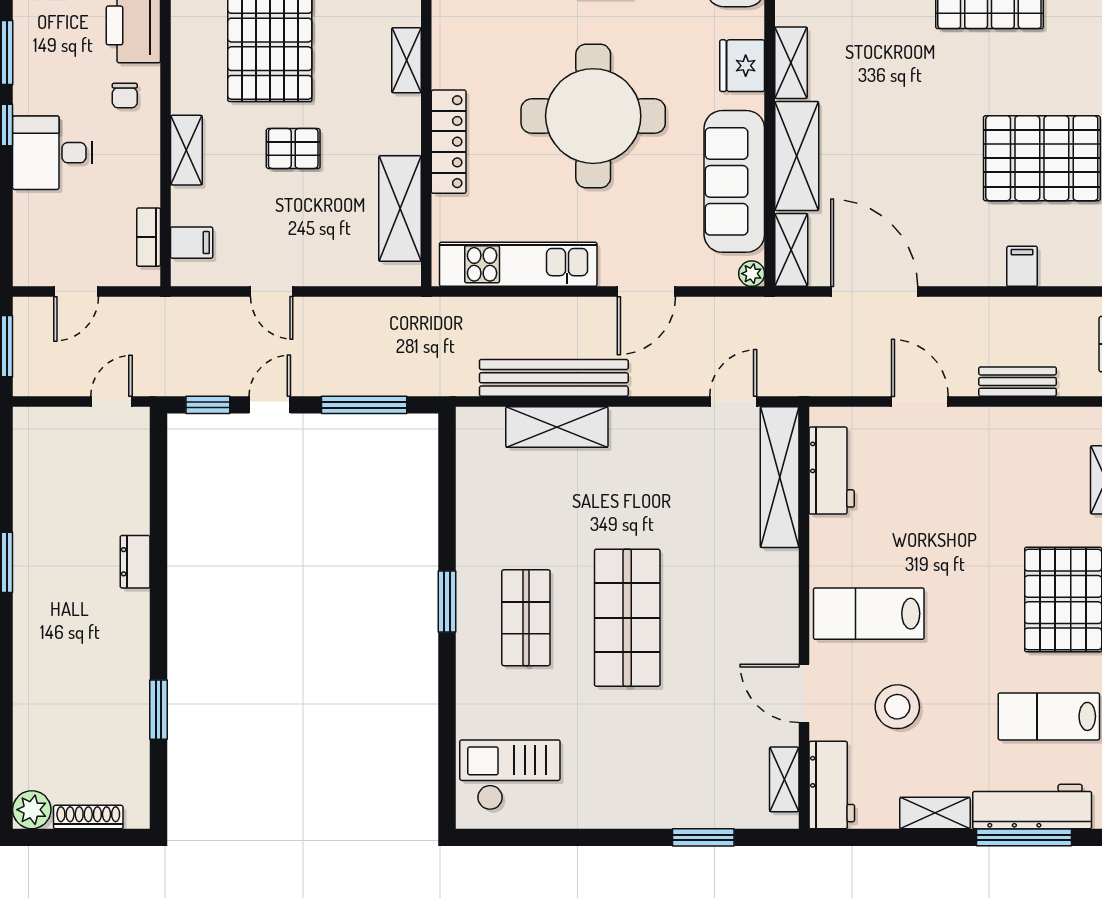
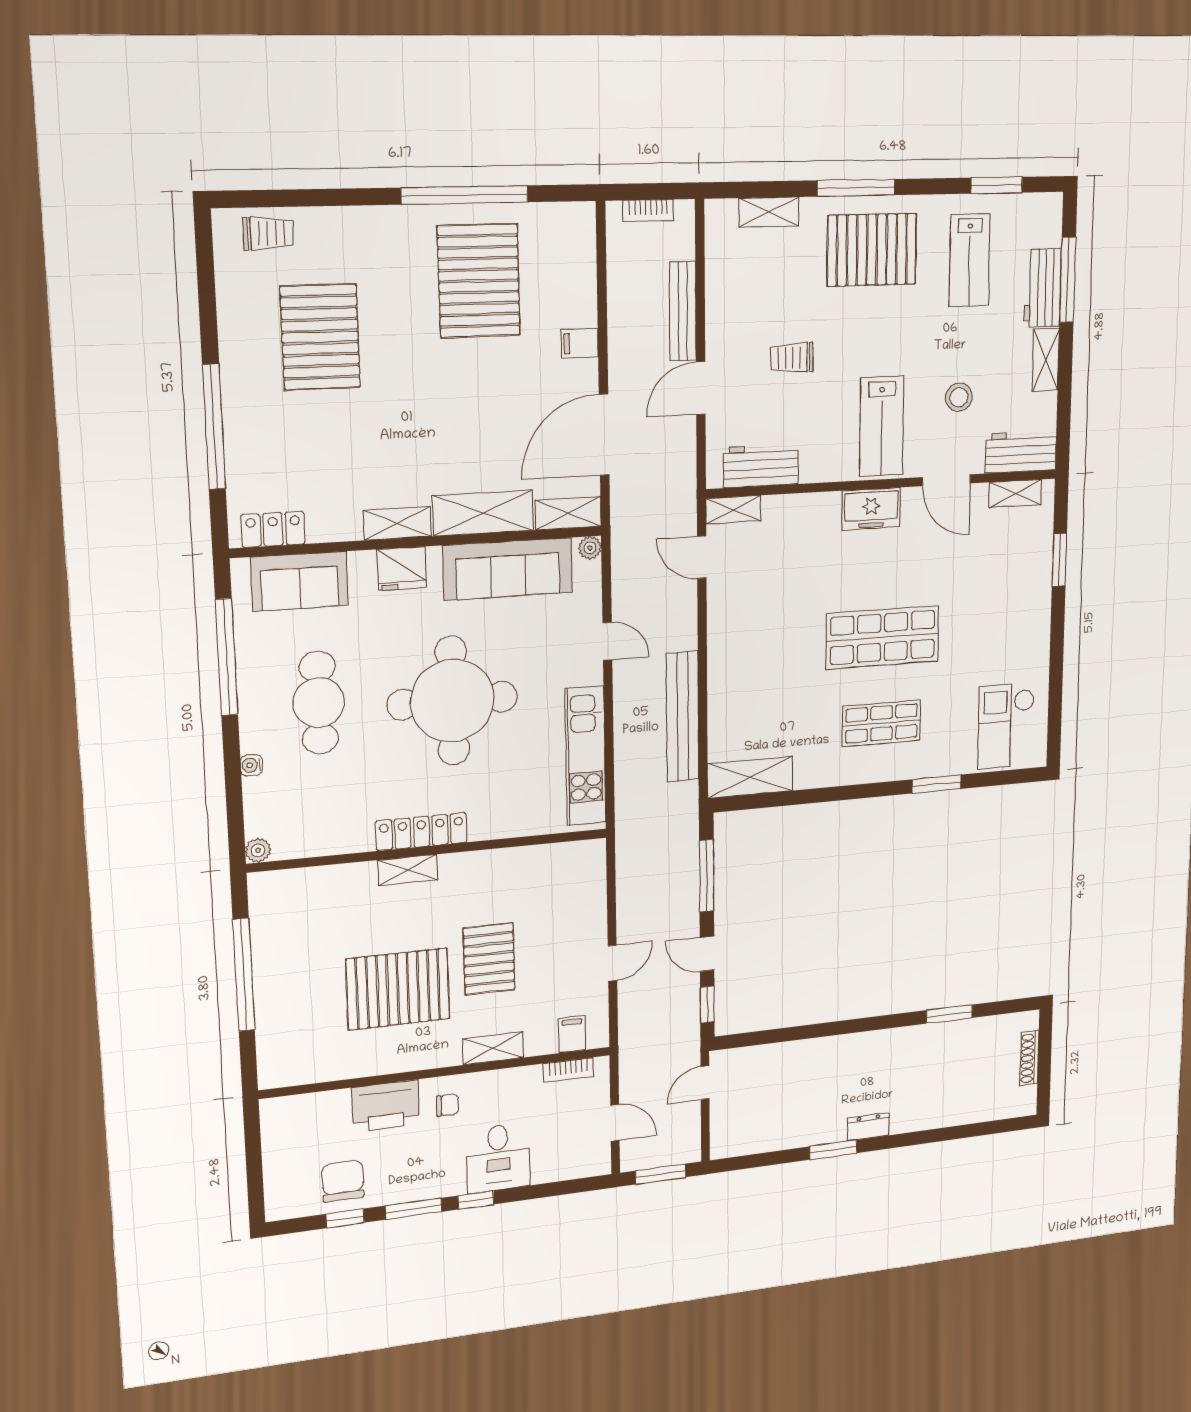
locker: (449, 142) -> (421, 832), moved
pallet: (293, 148) -> (489, 959), width x1.50, depth x1.42
shelving: (400, 209) -> (539, 862), removed
filing cabinet: (1022, 266) -> (580, 343), moved
door: (646, 292) -> (607, 641), width x0.73
bench: (1017, 382) -> (683, 311), width x1.36
door: (111, 401) -> (705, 1083), hinge flipped
shelving: (557, 427) -> (750, 777), moved, turned 90
shelving: (780, 477) -> (734, 510), width x0.45, depth x0.75
trolley: (949, 507) -> (792, 358), added
dresser: (135, 562) -> (868, 1127), moved, turned 180
window: (447, 602) -> (937, 784), moved
freezer: (776, 602) -> (871, 509), added
door: (804, 693) -> (946, 480), hinge flipped
stool: (897, 707) -> (959, 397), width x0.73, depth x0.73
workbench: (1032, 807) -> (1043, 288), width x0.73
plant: (32, 810) -> (1023, 1102), removed

